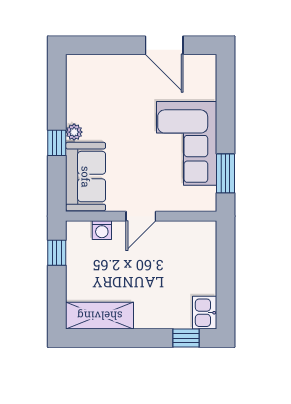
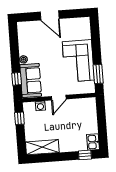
door: (164, 45) -> (50, 15), moved
window: (57, 143) -> (17, 79), moved

